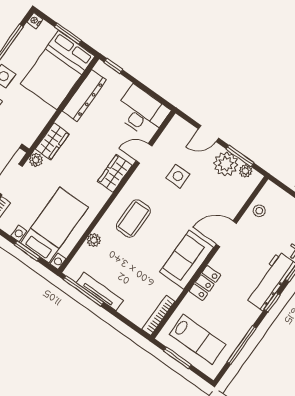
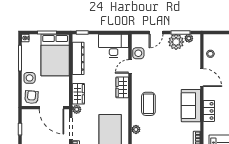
side table: (178, 176) -> (138, 53), moved
door: (226, 234) -> (202, 78), swing flipped

